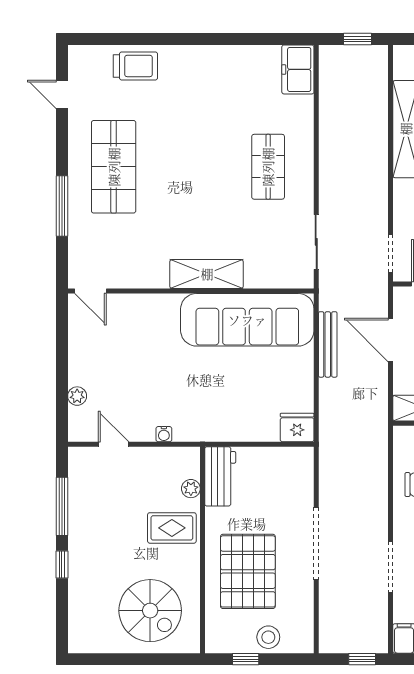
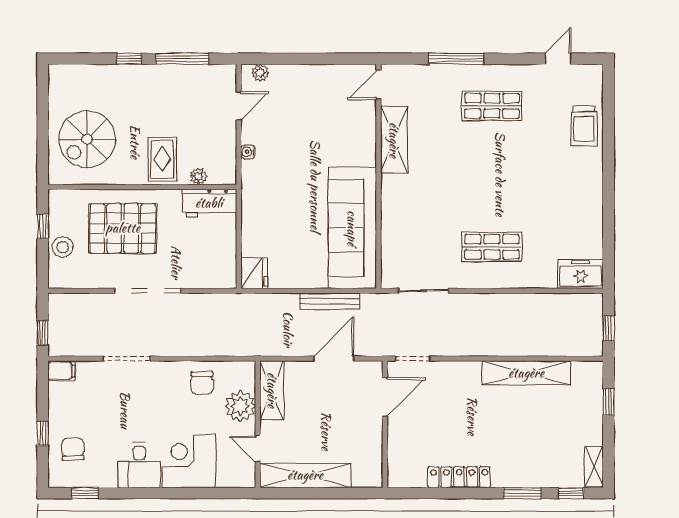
shop shelf: (114, 167) -> (492, 106), width x0.70, depth x0.74
shelving: (207, 274) -> (394, 140), moved
plant: (77, 396) -> (260, 73), moved

